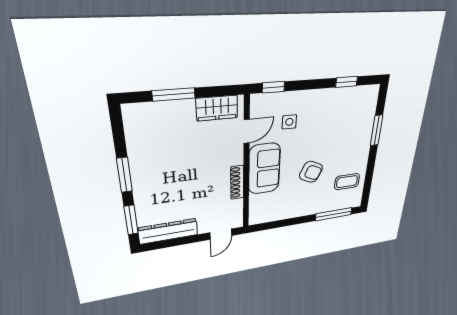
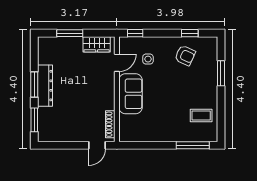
armchair: (311, 172) -> (185, 55), moved
shoe rack: (237, 182) -> (110, 124), moved
dresser: (168, 231) -> (45, 86), moved, turned 90

